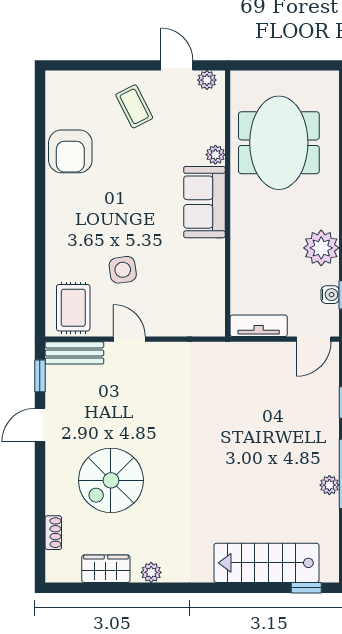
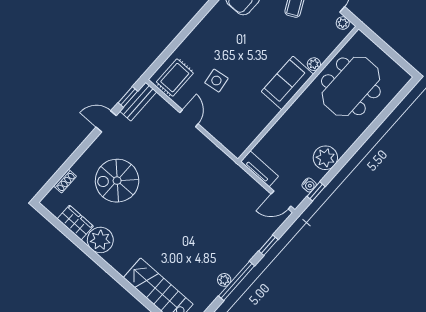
bench: (74, 353) -> (138, 102), moved, turned 90
plant: (151, 572) -> (100, 240), width x1.88, depth x1.88

